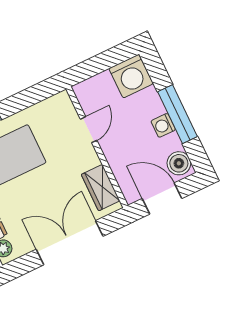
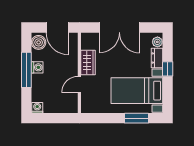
washing machine: (131, 76) -> (37, 108), width x0.53, depth x0.53
wardrobe: (101, 188) -> (88, 63), moved

